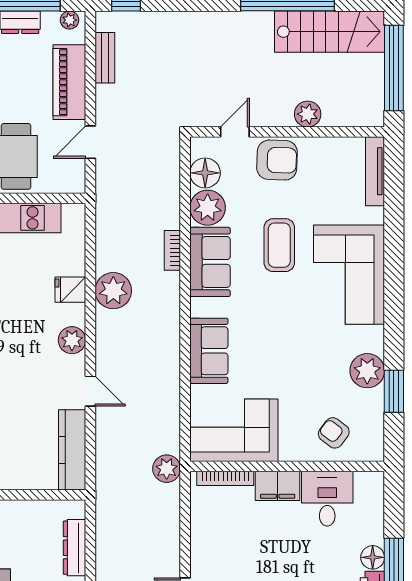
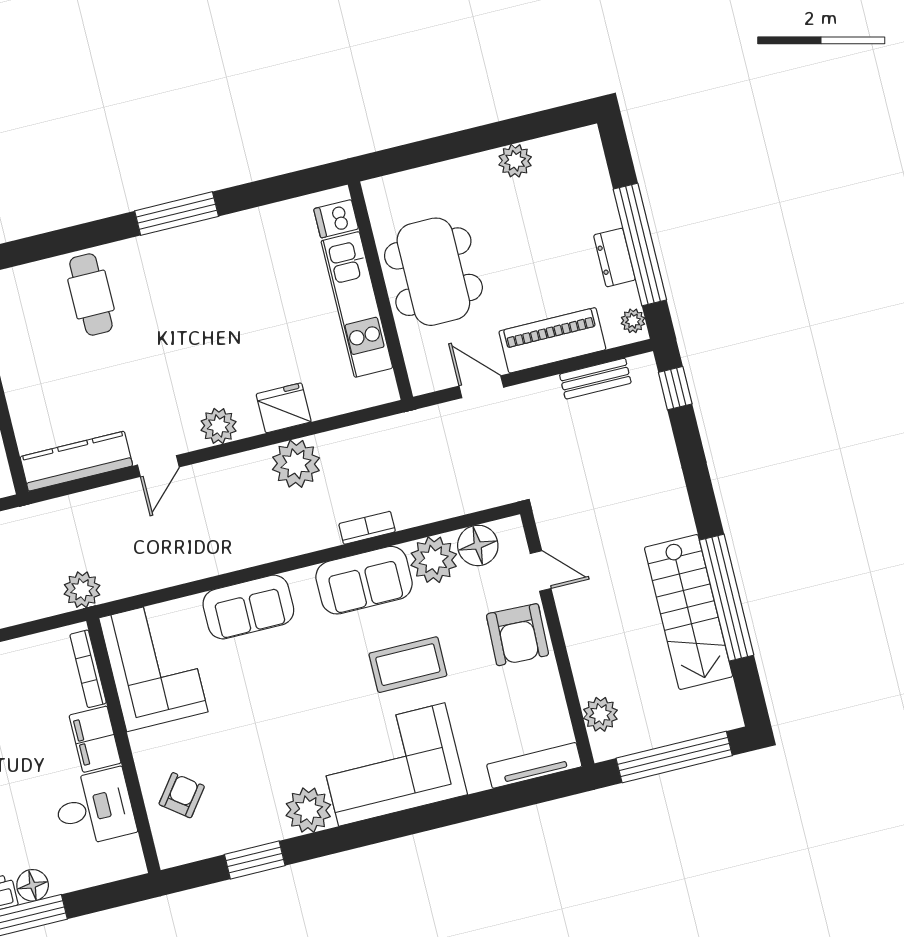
stairs: (330, 32) -> (689, 612), moved
plant: (308, 114) -> (600, 714), moved
fridge: (70, 290) -> (284, 408), width x1.38
plant: (367, 371) -> (308, 810), moved

